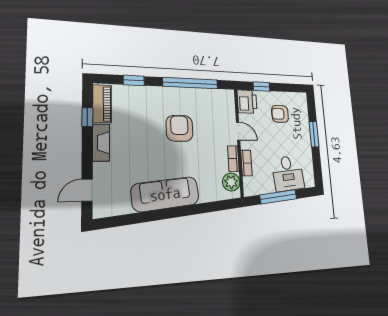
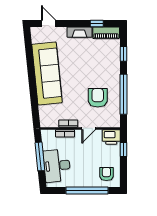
armchair: (280, 114) -> (106, 174), moved
armchair: (179, 128) -> (98, 98), moved, turned -90
window: (314, 134) -> (87, 191), width x2.11
desk: (288, 173) -> (57, 166), width x1.37
plant: (231, 182) -> (51, 121), removed
sofa: (165, 194) -> (47, 73), width x1.36, depth x1.27

